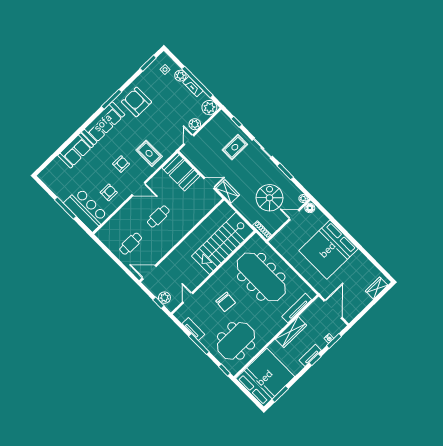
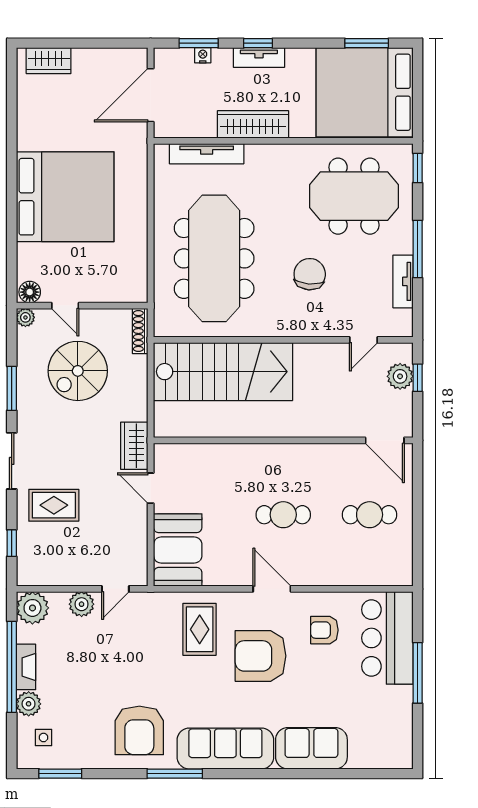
armchair: (121, 164) -> (261, 656), width x1.88, depth x1.88

